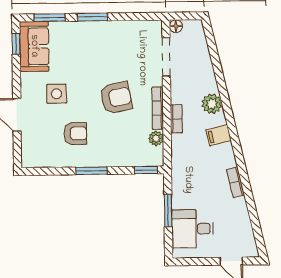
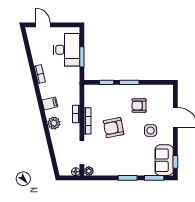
plant: (156, 138) -> (89, 171), moved
window: (146, 170) -> (107, 82), moved
desk: (193, 229) -> (67, 50), width x1.37

